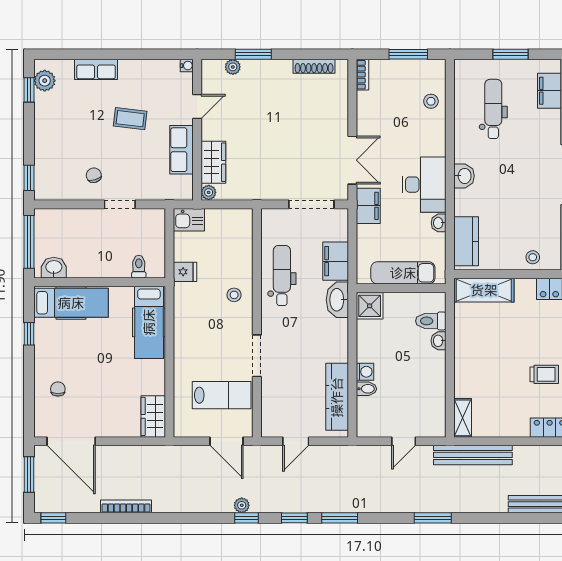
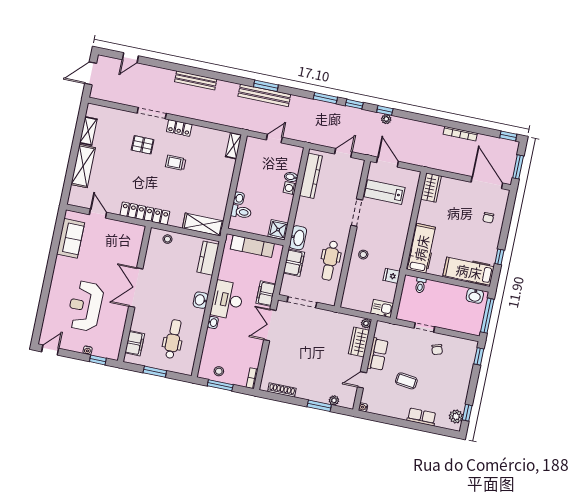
stool: (431, 101) -> (219, 371), moved
dental chair: (493, 109) -> (173, 339), turned 180
washbasin: (439, 223) -> (213, 322), moved
bench: (473, 455) -> (264, 95), moved

